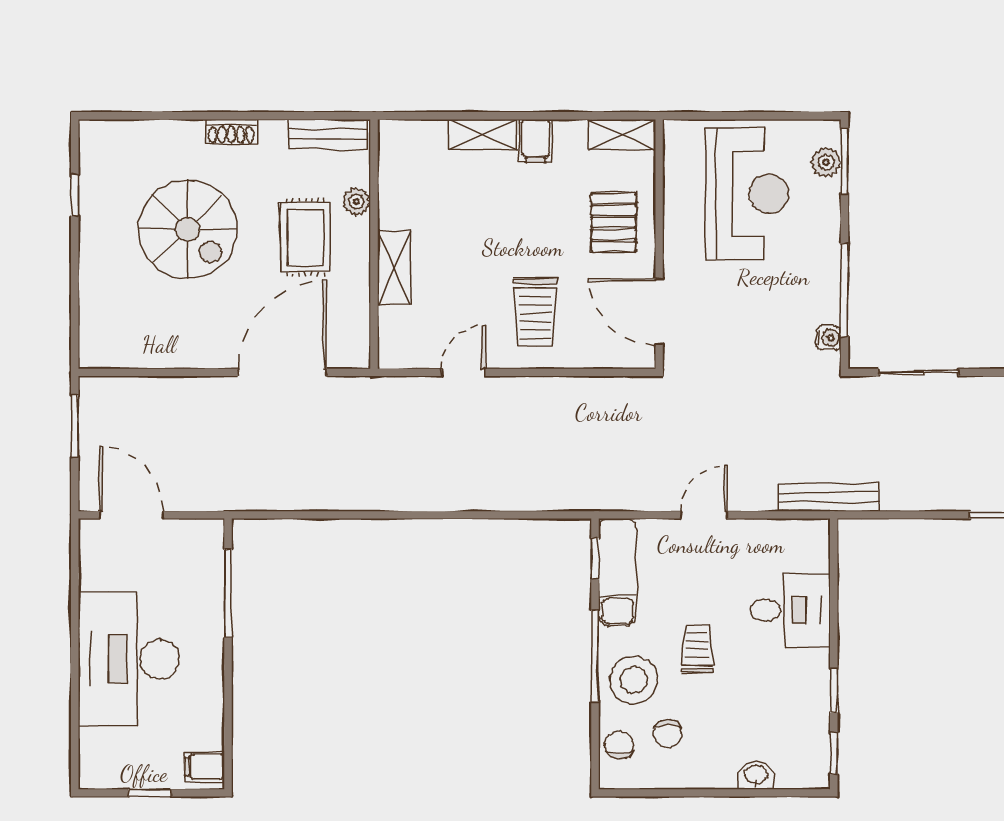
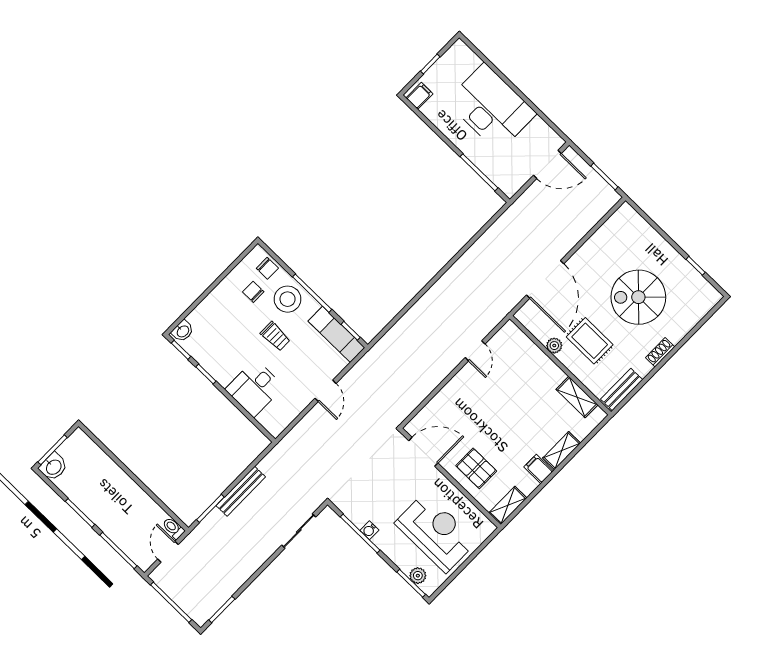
reception desk: (747, 194) -> (436, 532), turned 180
plant: (356, 202) -> (554, 346), moved
shelving: (394, 268) -> (577, 397), moved
trolley: (535, 312) -> (471, 403), removed
water cooler: (829, 338) -> (369, 530), moved
bench: (828, 497) -> (241, 491), moved
washbasin: (756, 775) -> (183, 331), moved

